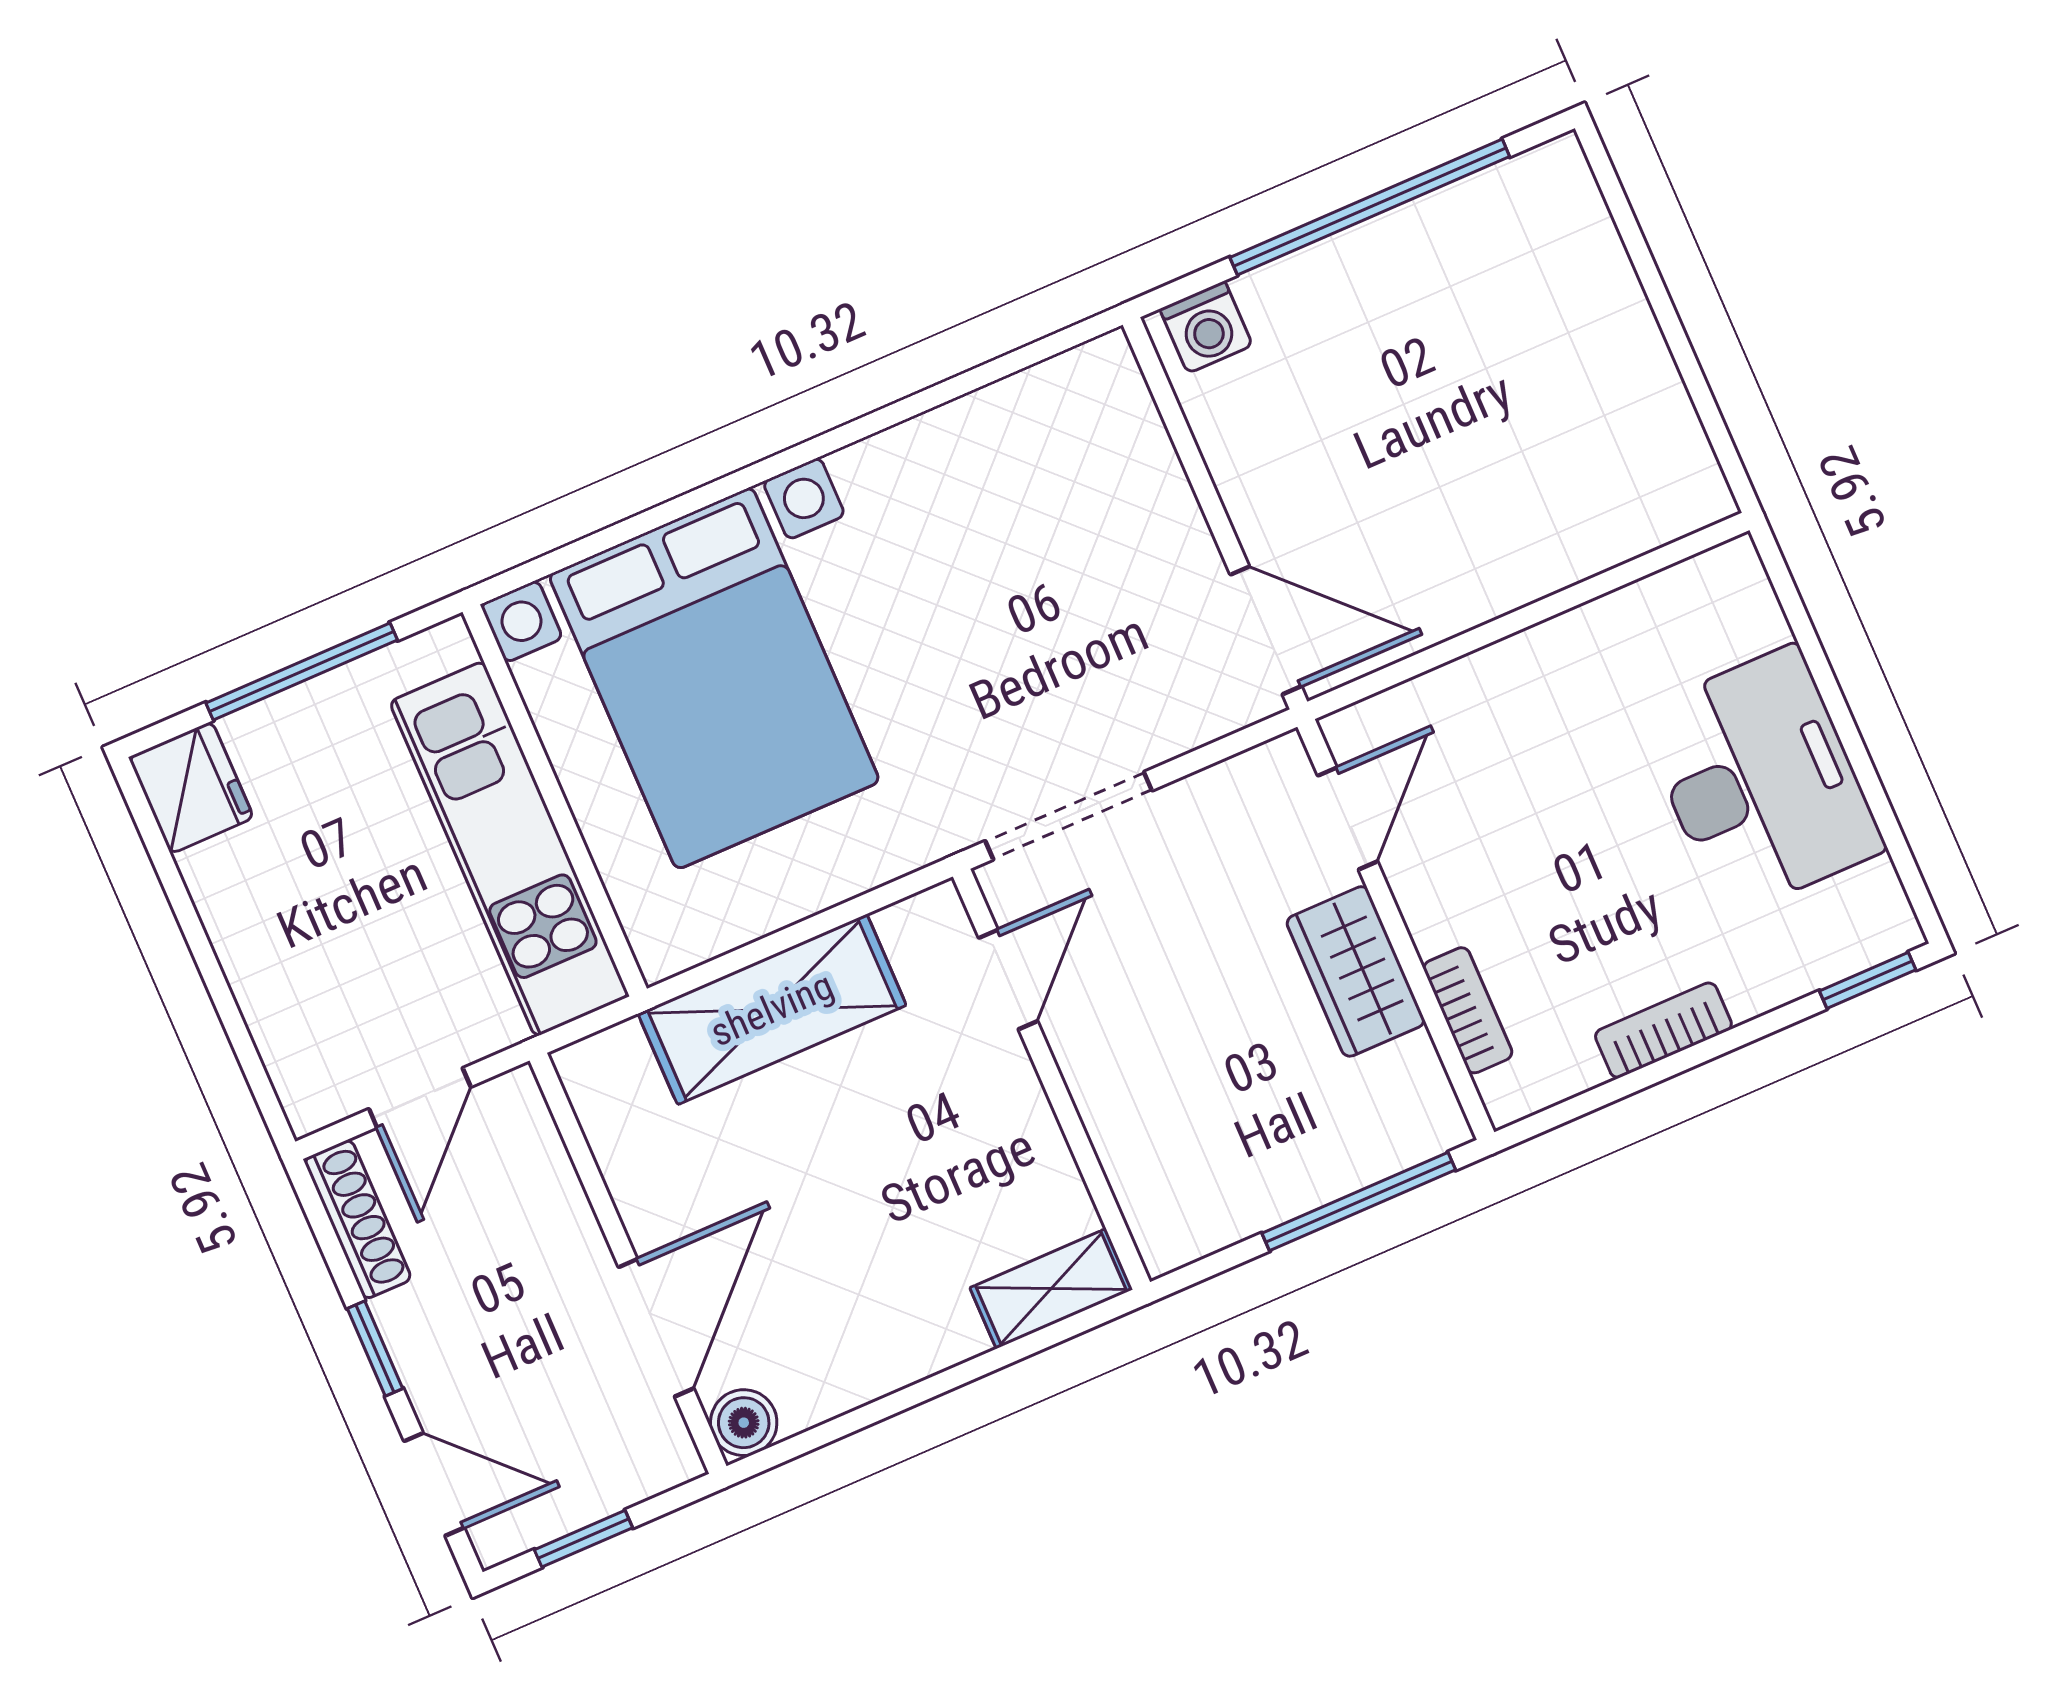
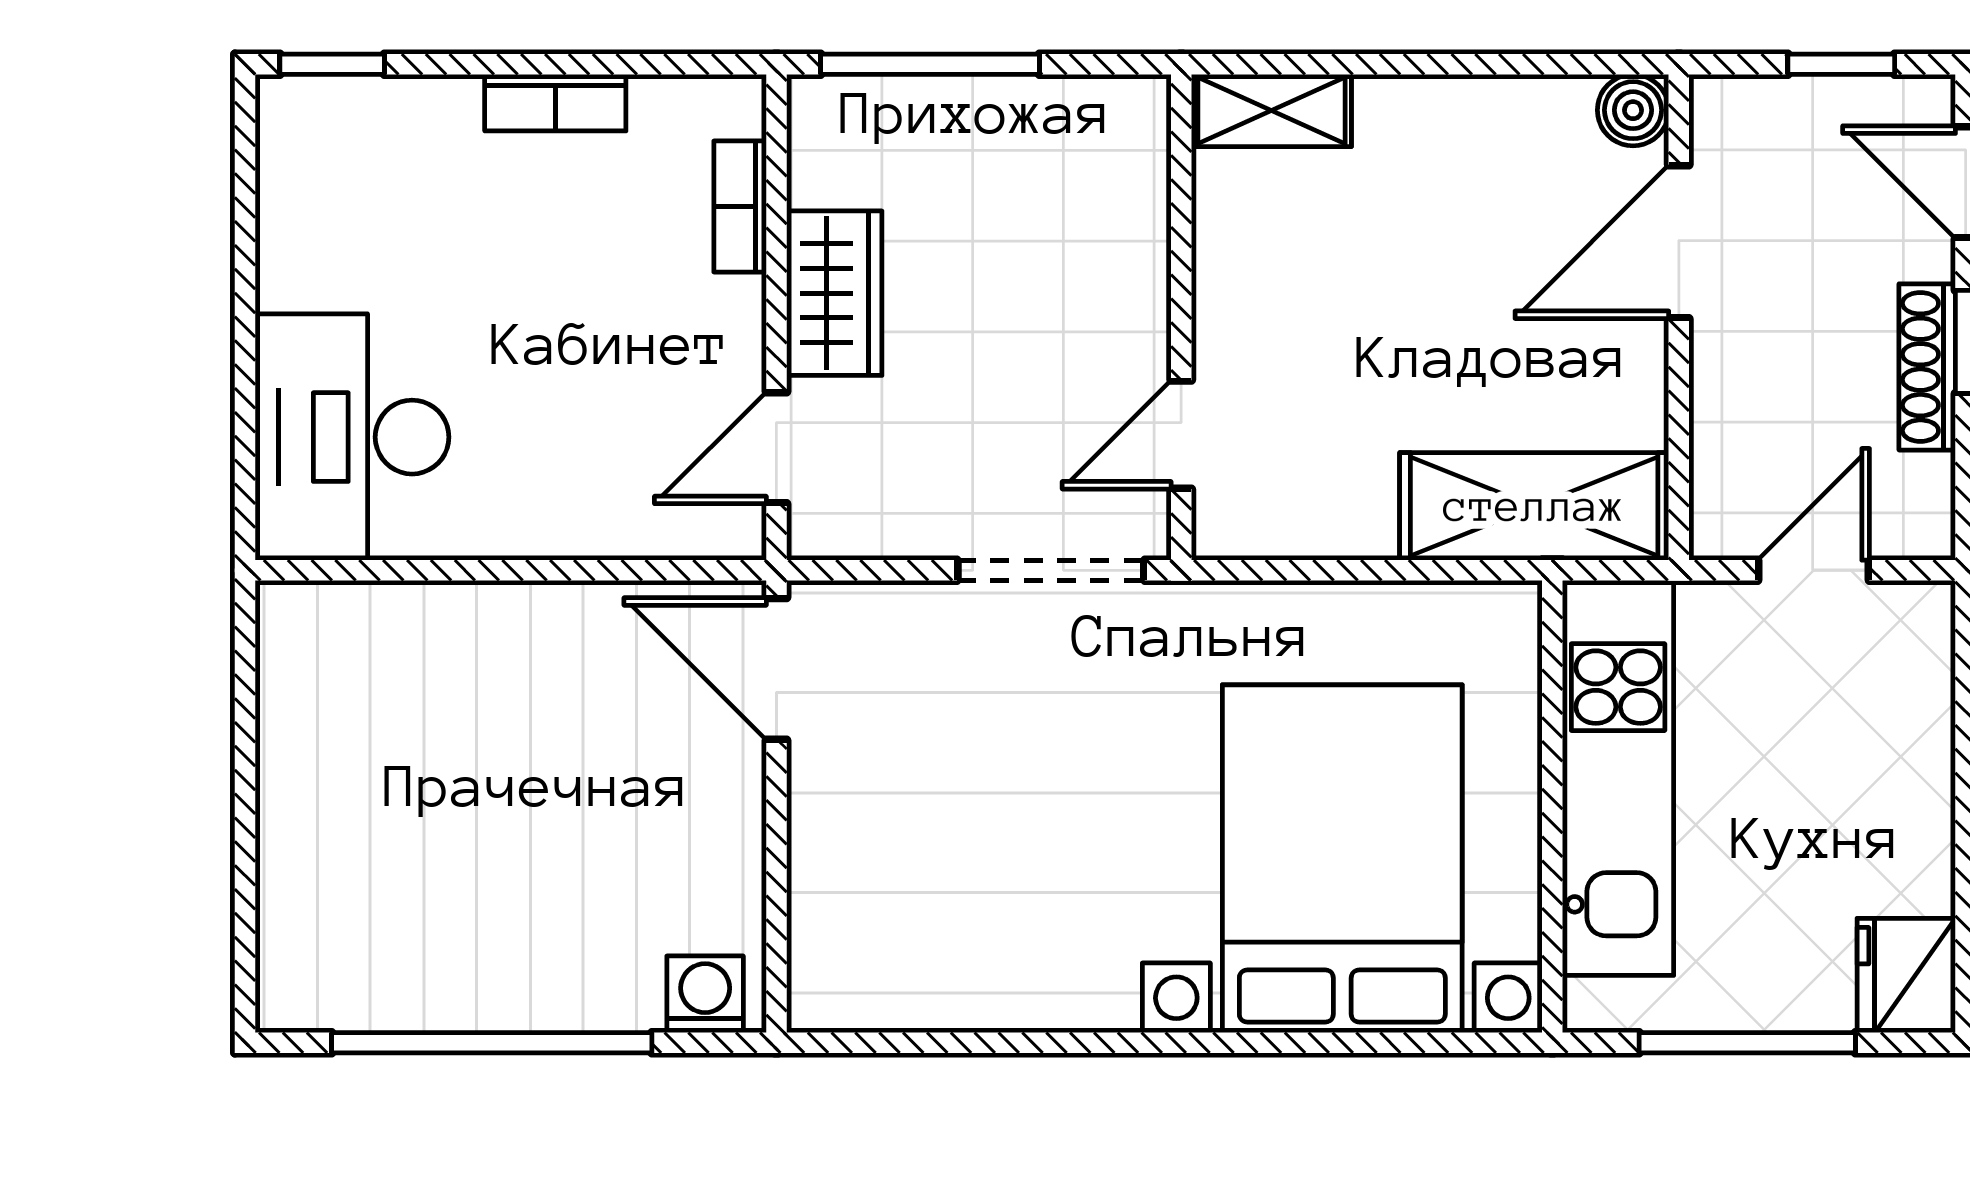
desk: (1761, 781) -> (352, 437), moved
shelving: (772, 1009) -> (1534, 506), moved
shoe rack: (358, 1219) -> (1927, 367), moved

